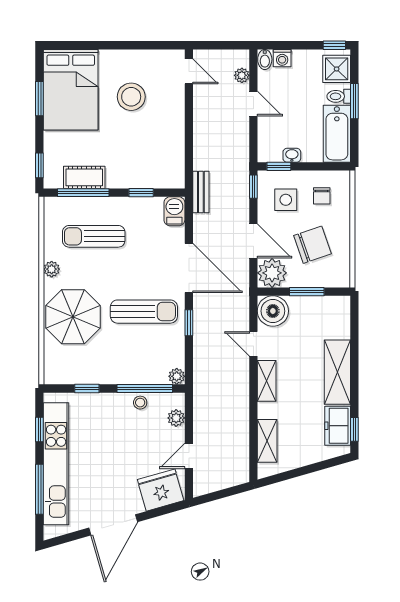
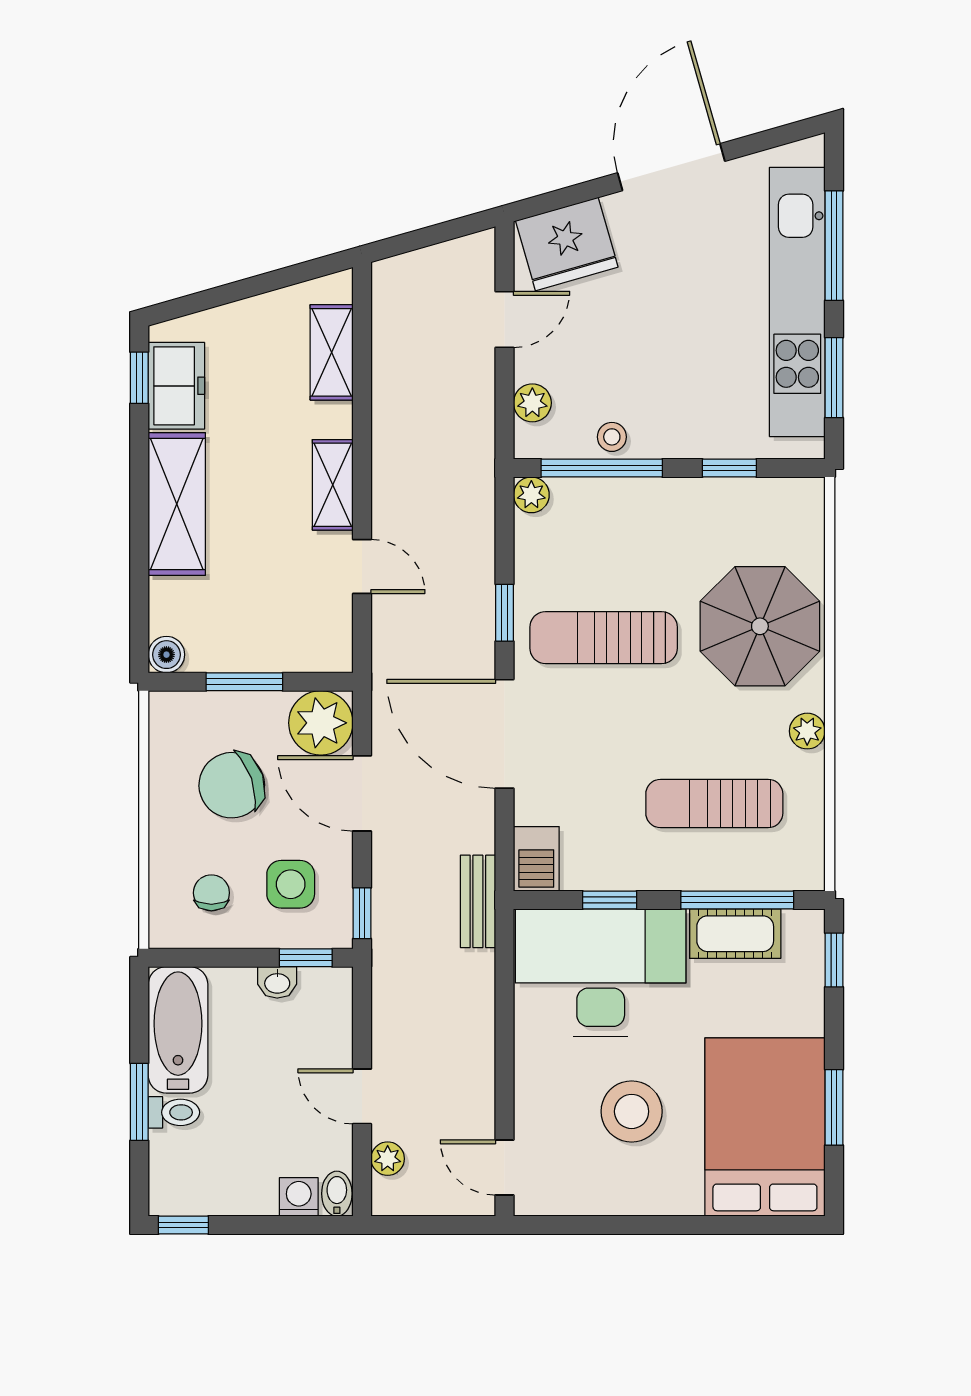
shower: (337, 69) -> (179, 1173), removed
desk: (145, 160) -> (601, 973), added
sun lounger: (94, 236) -> (714, 804), turned 180
boiler: (273, 311) -> (166, 655), moved, width x0.54, depth x0.54
window: (39, 429) -> (834, 378), width x1.50

